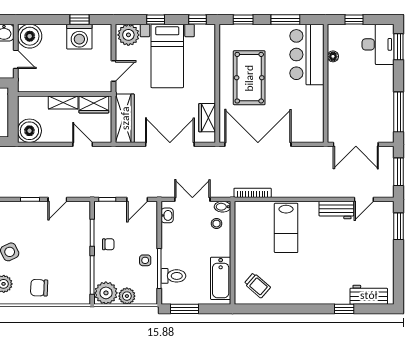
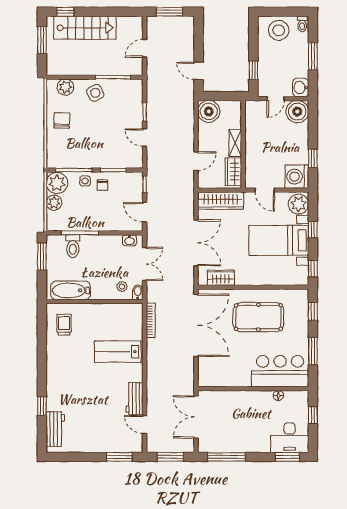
washing machine: (79, 37) -> (297, 177), moved
side table: (145, 260) -> (85, 181), moved
trolley: (257, 285) -> (64, 325), turned 139

